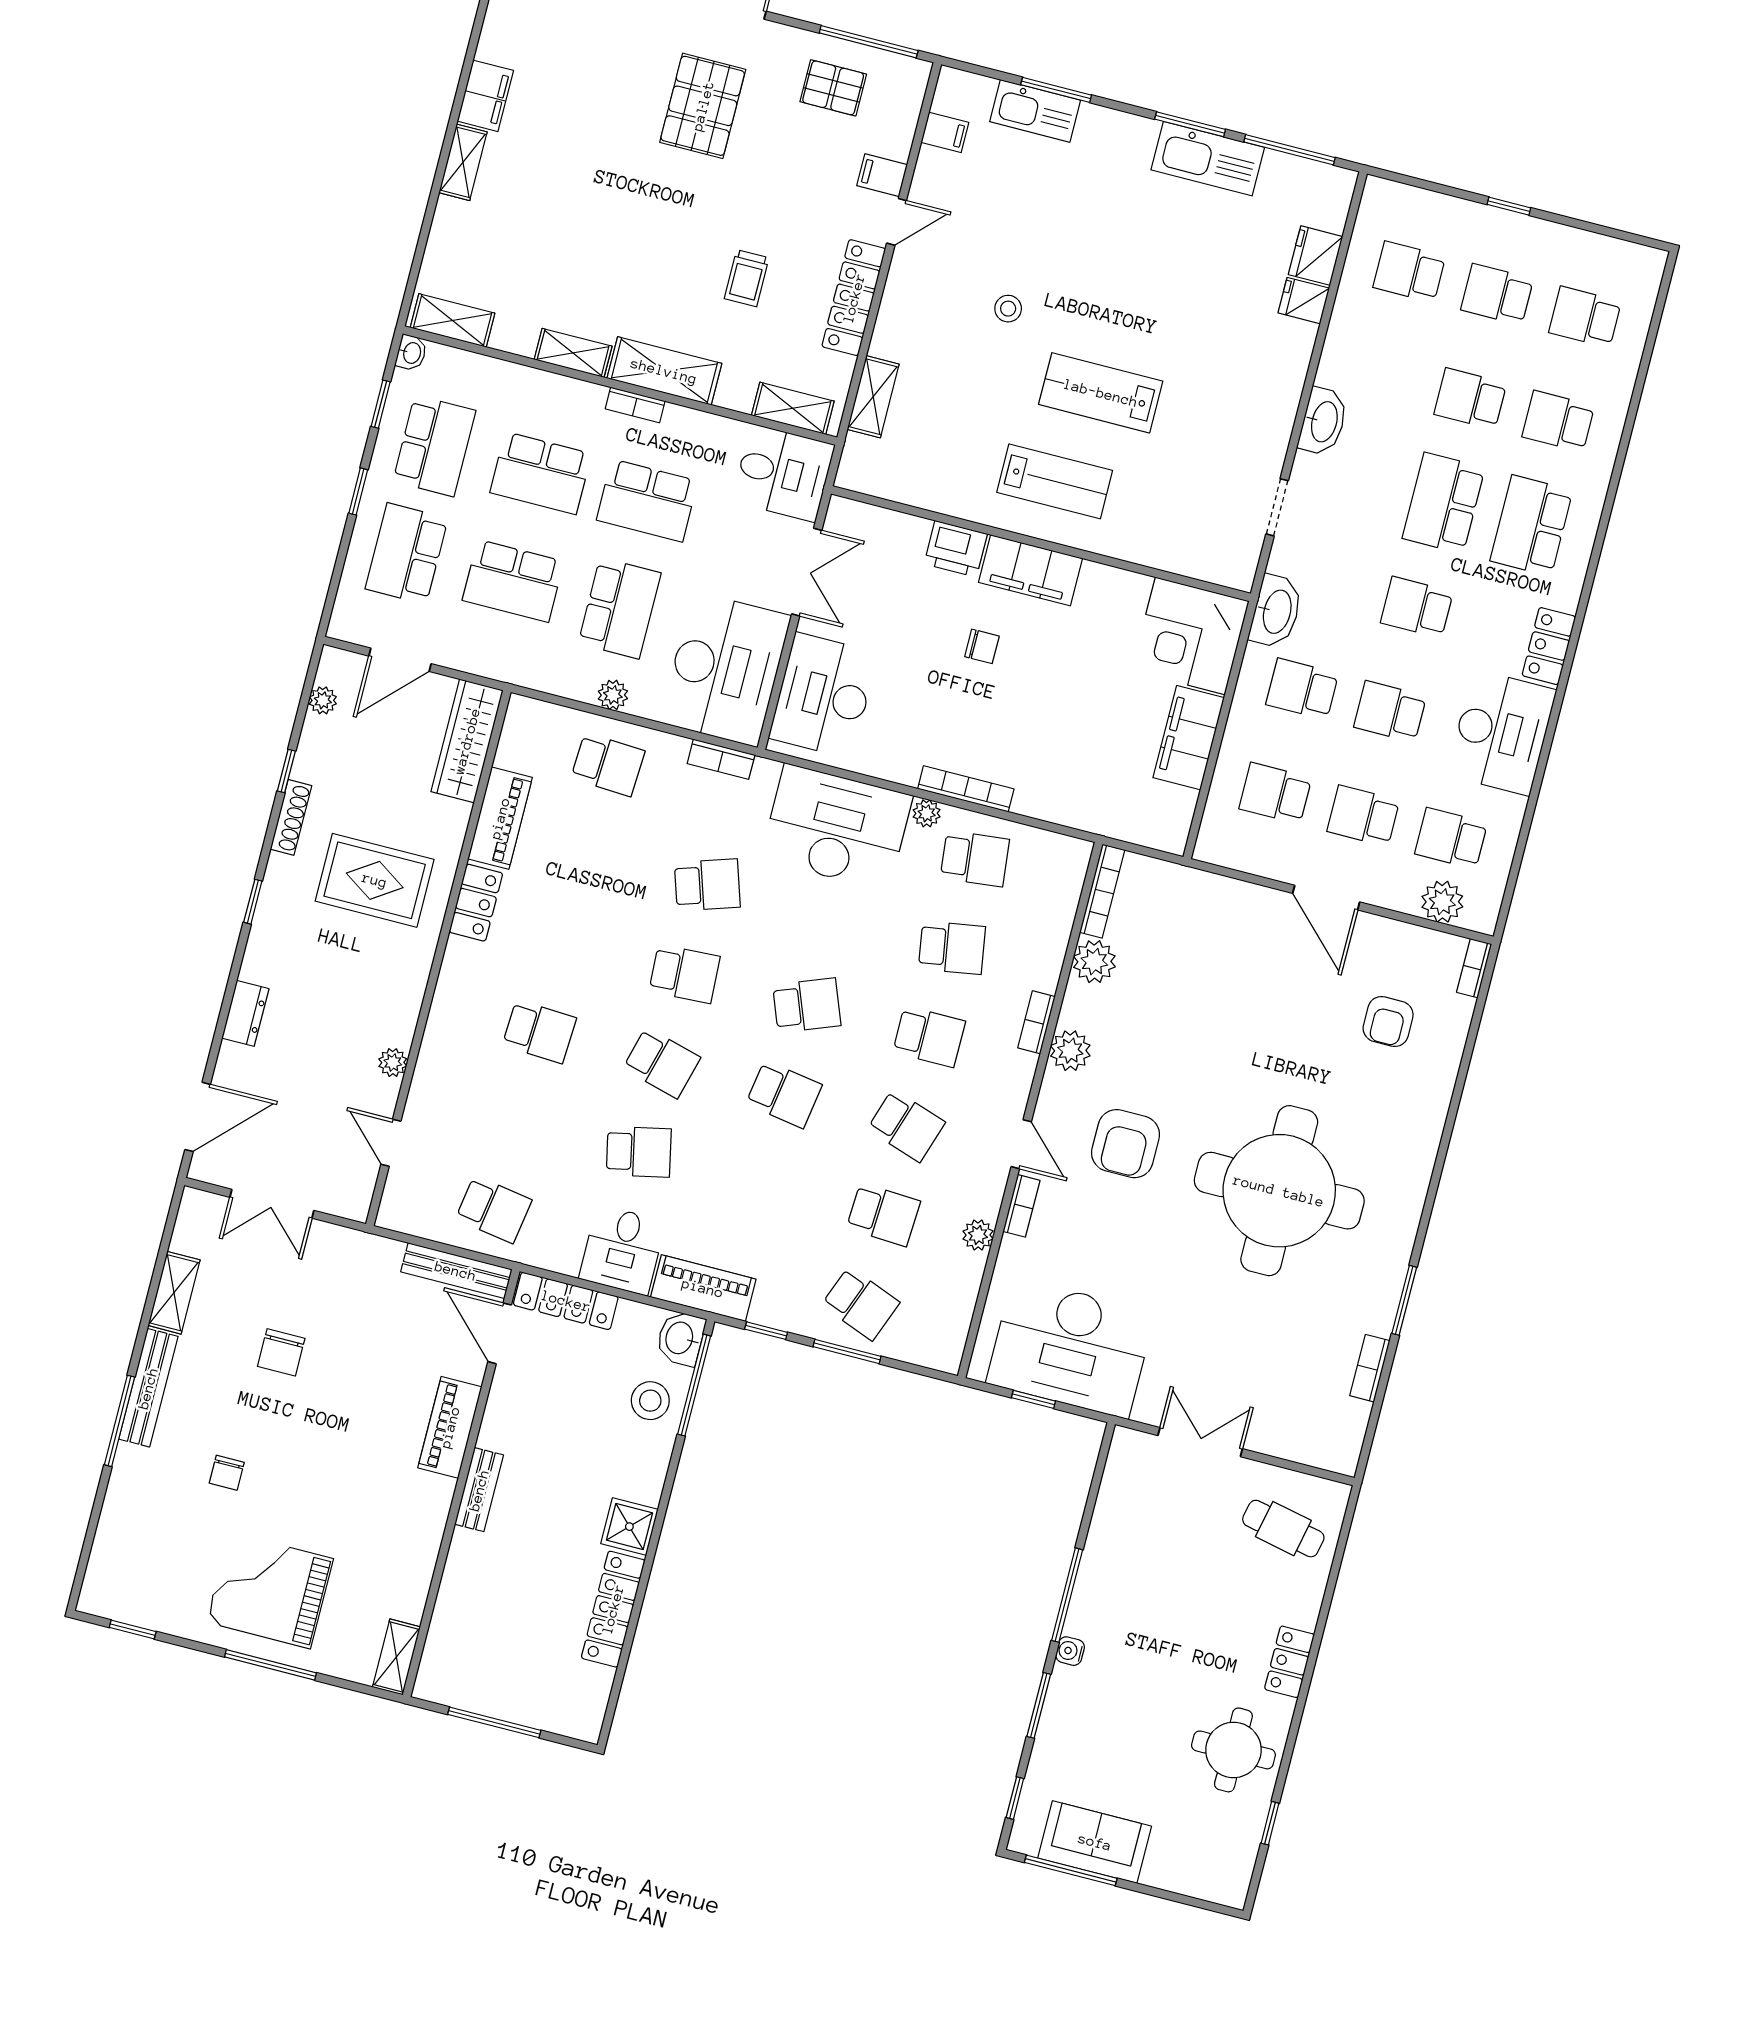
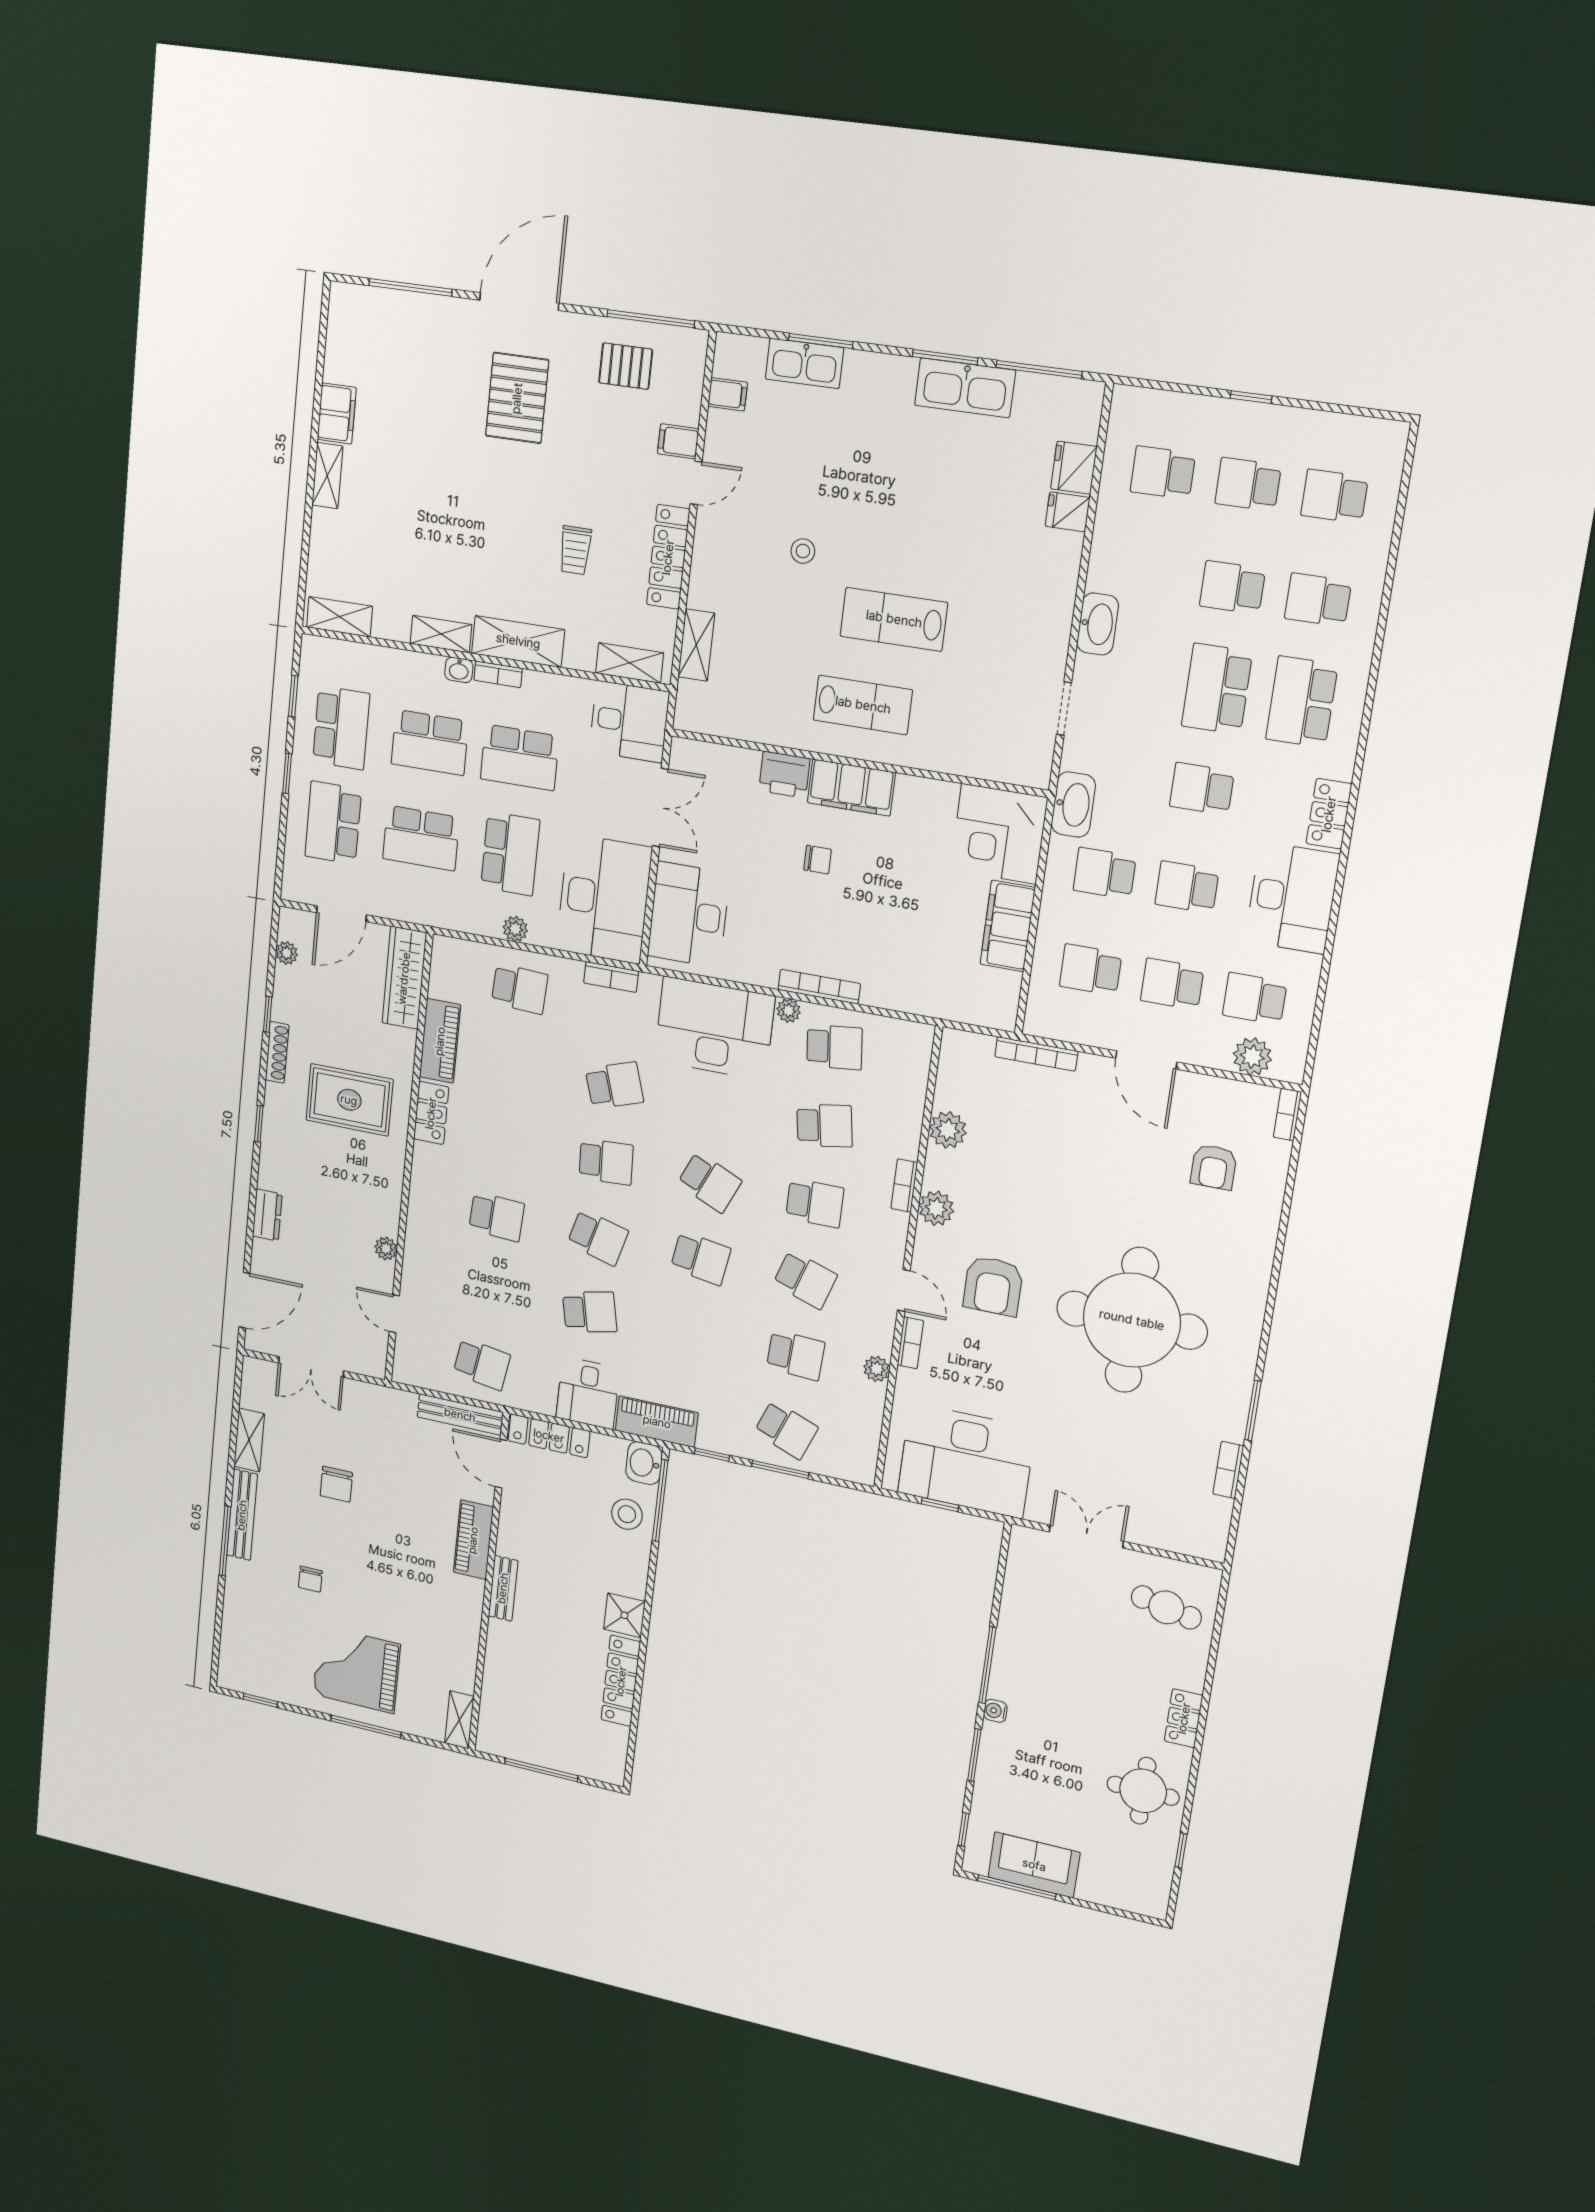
washbasin: (411, 353) -> (459, 670), moved, turned 90
bookcase: (1102, 891) -> (1036, 1054), moved, turned 90
school desk: (807, 1005) -> (710, 1182), turned 45

